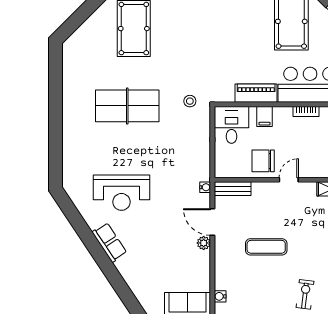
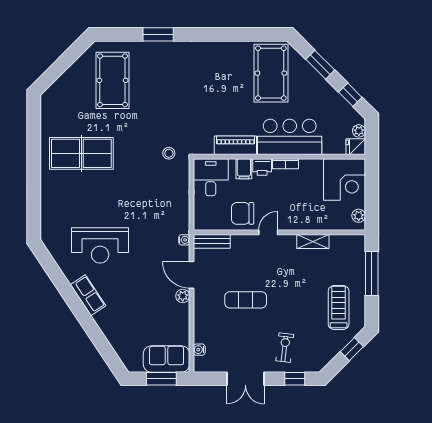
table tennis table: (127, 106) -> (81, 153), moved
printer: (283, 115) -> (262, 167), added

